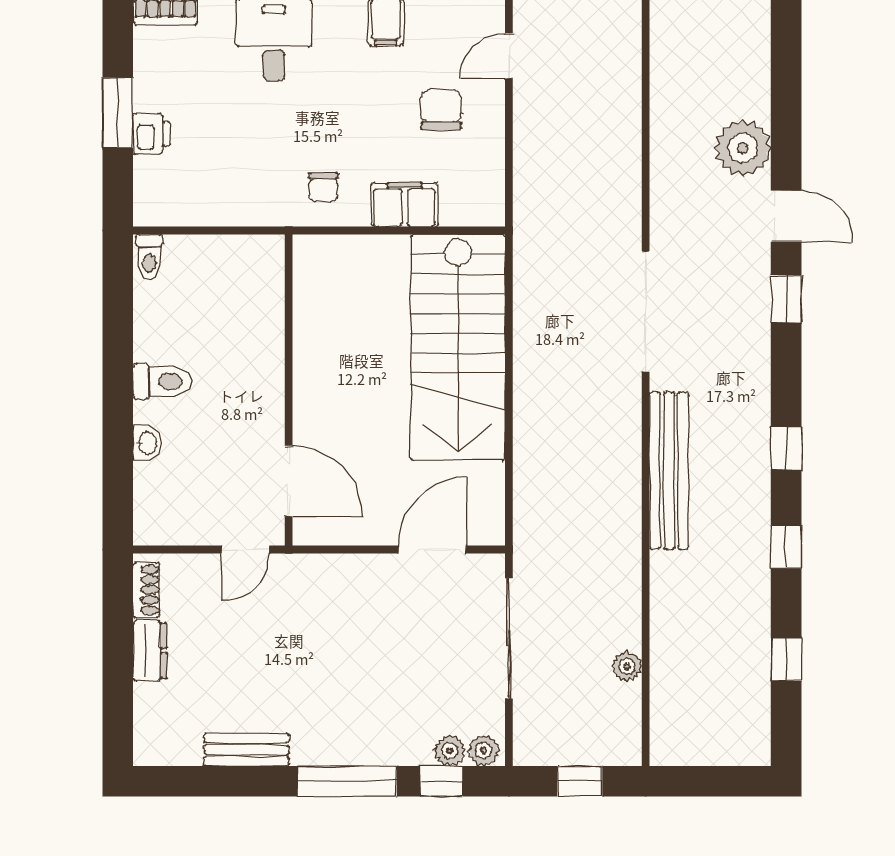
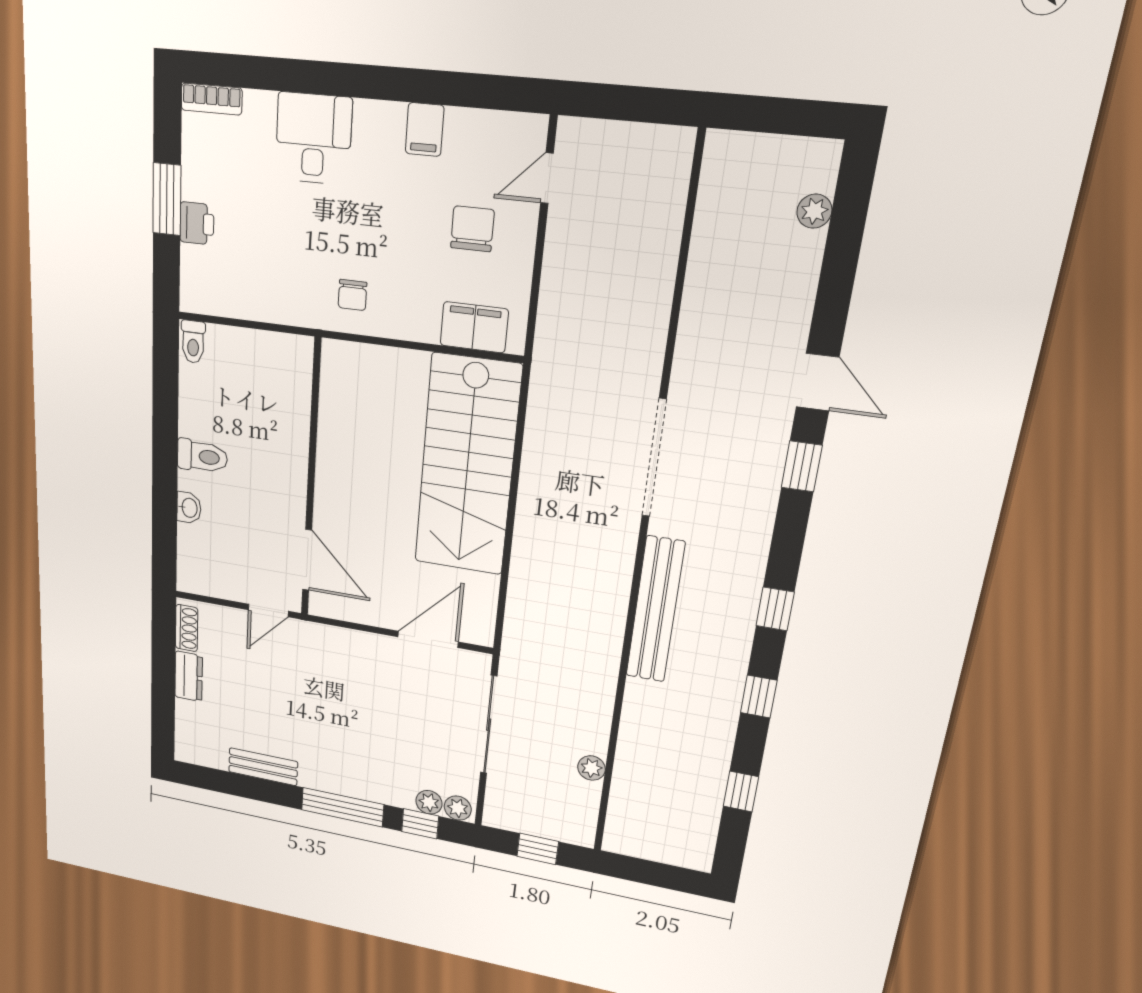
plant: (743, 148) -> (814, 211), moved, width x0.53, depth x0.53
filing cabinet: (405, 205) -> (474, 327), moved

